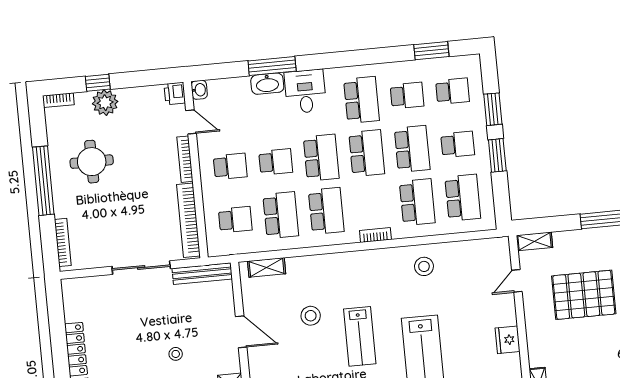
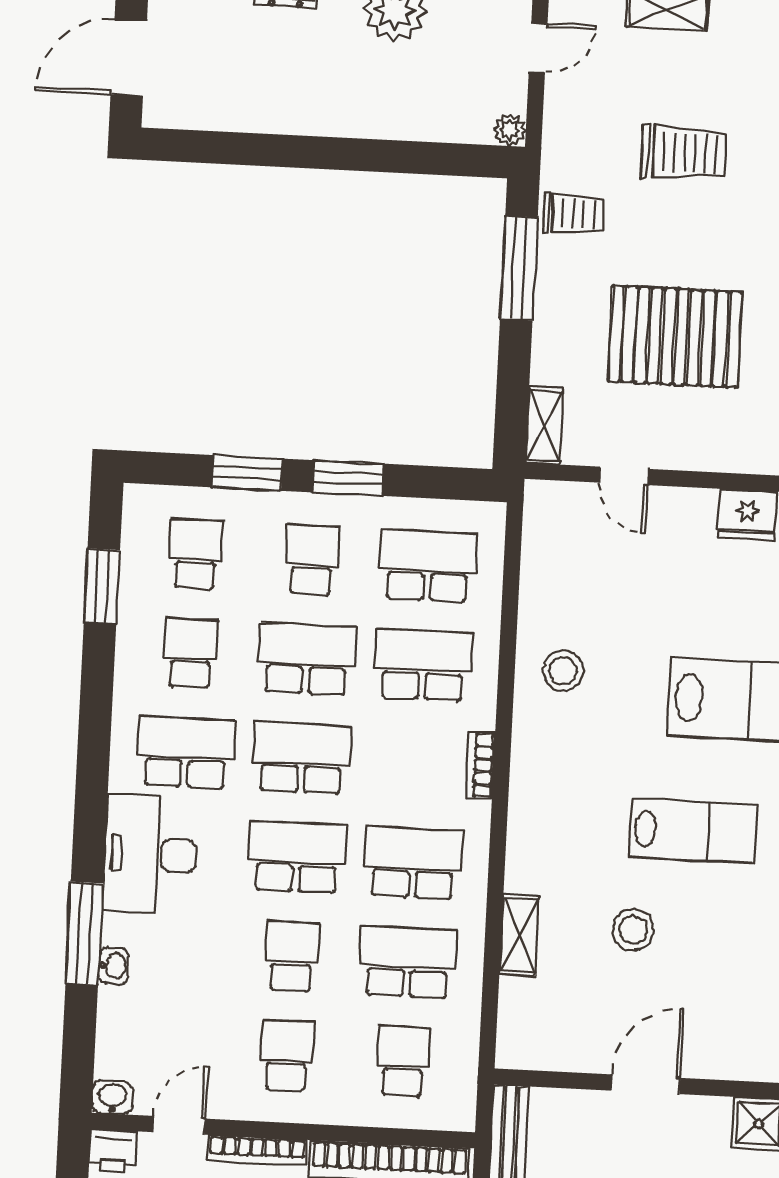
washbasin: (267, 84) -> (114, 966), width x0.52, depth x0.69
desk: (305, 91) -> (150, 854), width x1.37
shelving: (267, 267) -> (519, 935), moved
pallet: (584, 295) -> (675, 337), turned 90

